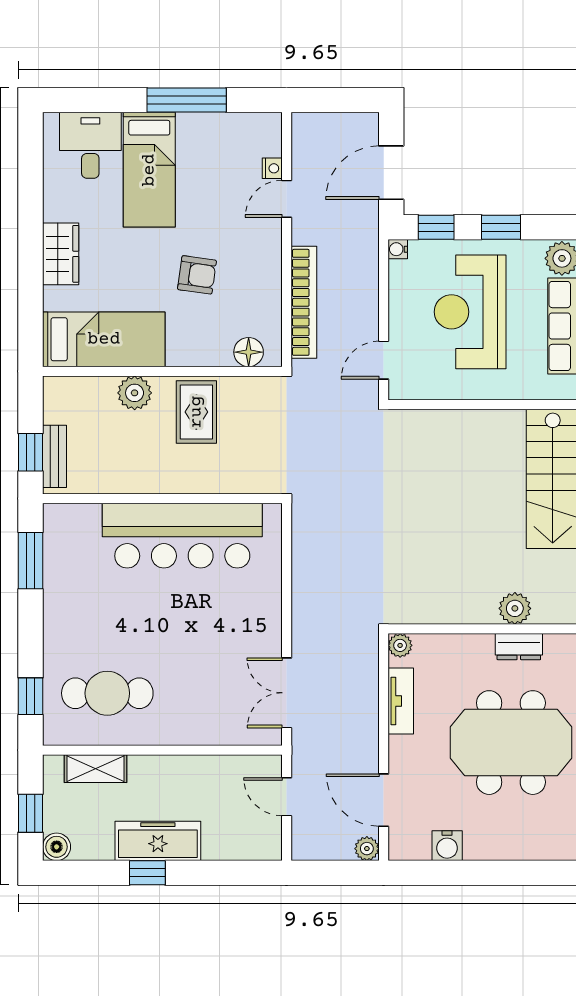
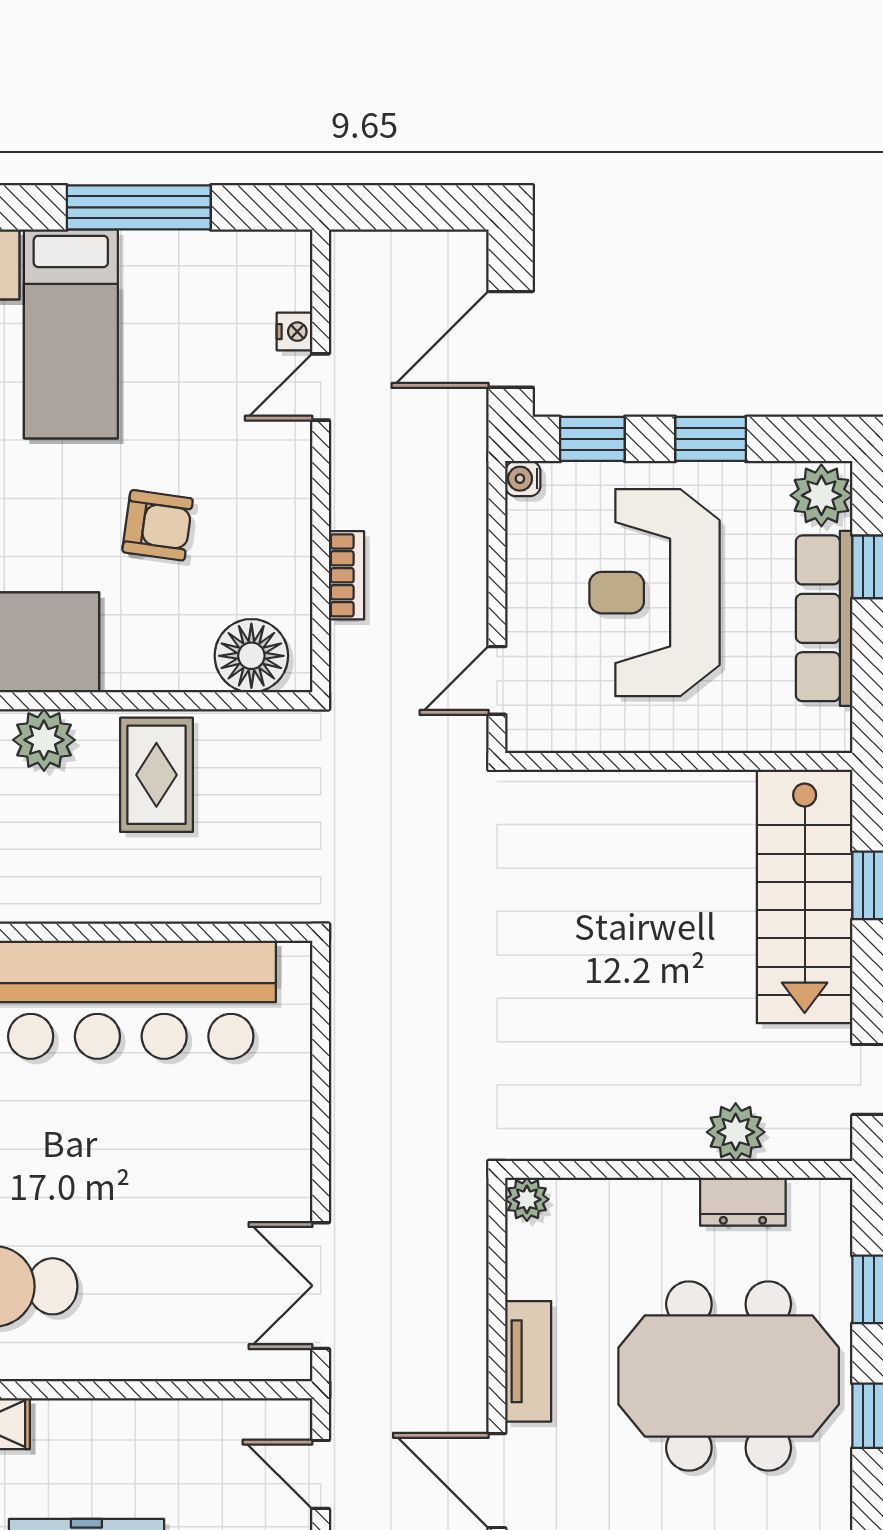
bookcase: (304, 302) -> (346, 575), width x0.43, depth x0.76
floor lamp: (249, 352) -> (251, 656), width x1.38, depth x1.38
tv unit: (401, 701) -> (528, 1361), moved

